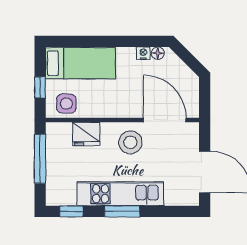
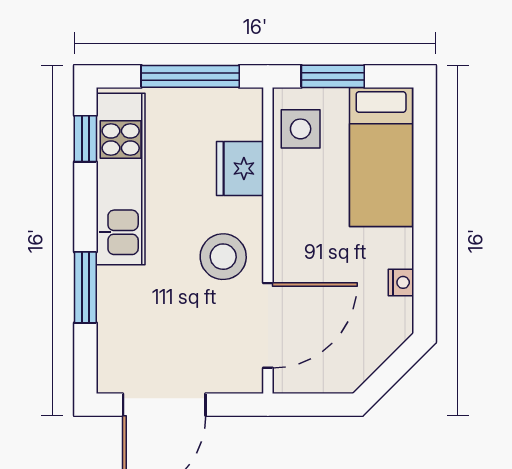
floor lamp: (158, 53) -> (401, 311), removed
window: (40, 87) -> (333, 76), width x1.50
kitchen unit: (120, 194) -> (121, 179), moved
window: (122, 211) -> (85, 287), moved

